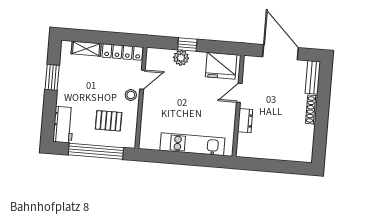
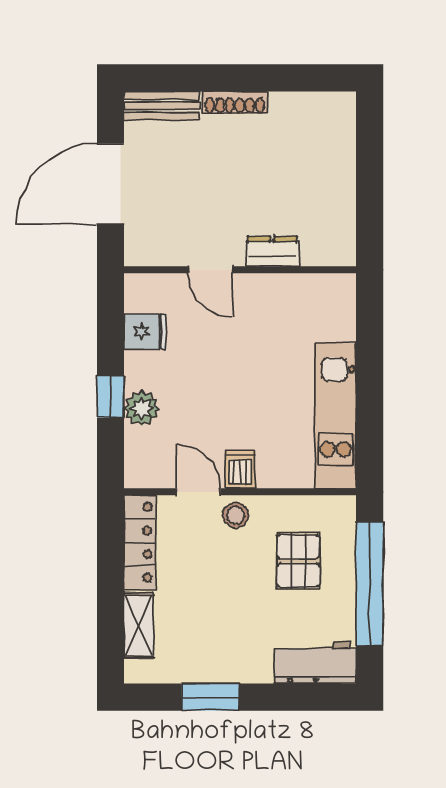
fridge: (221, 66) -> (145, 332), width x0.53, depth x0.75
dishwasher: (151, 99) -> (240, 469), added
kitchen unit: (192, 144) -> (336, 416), moved

